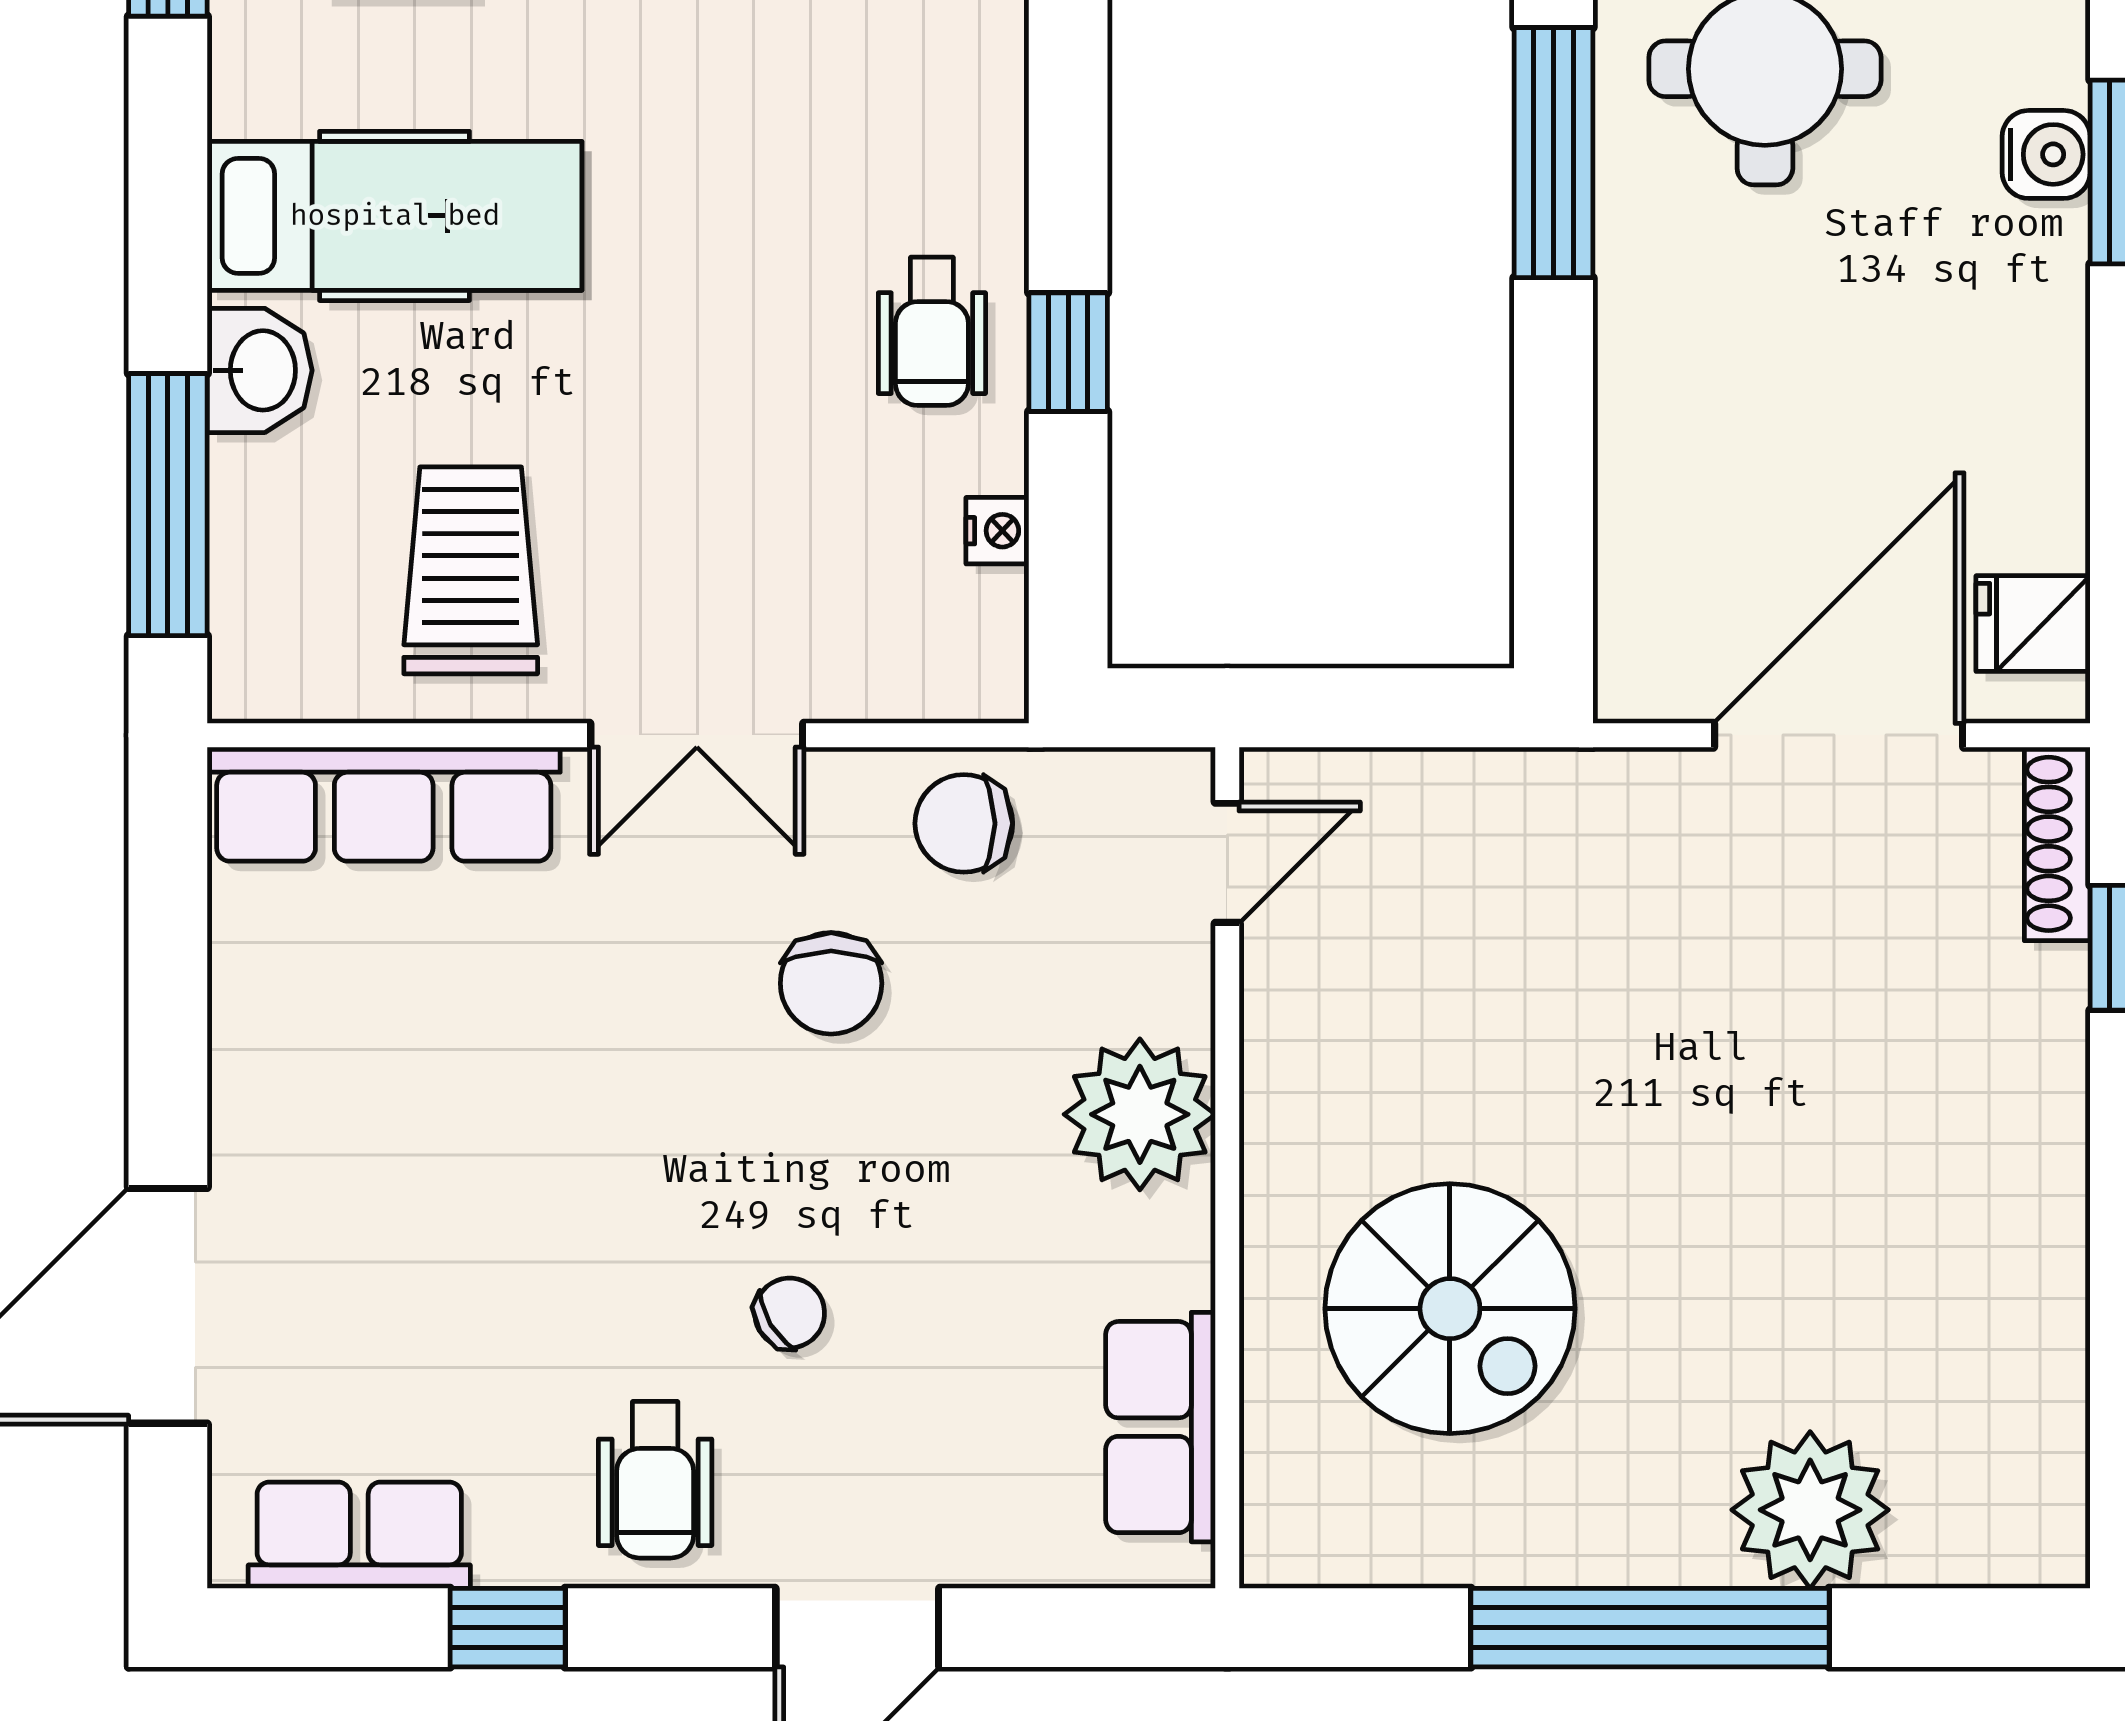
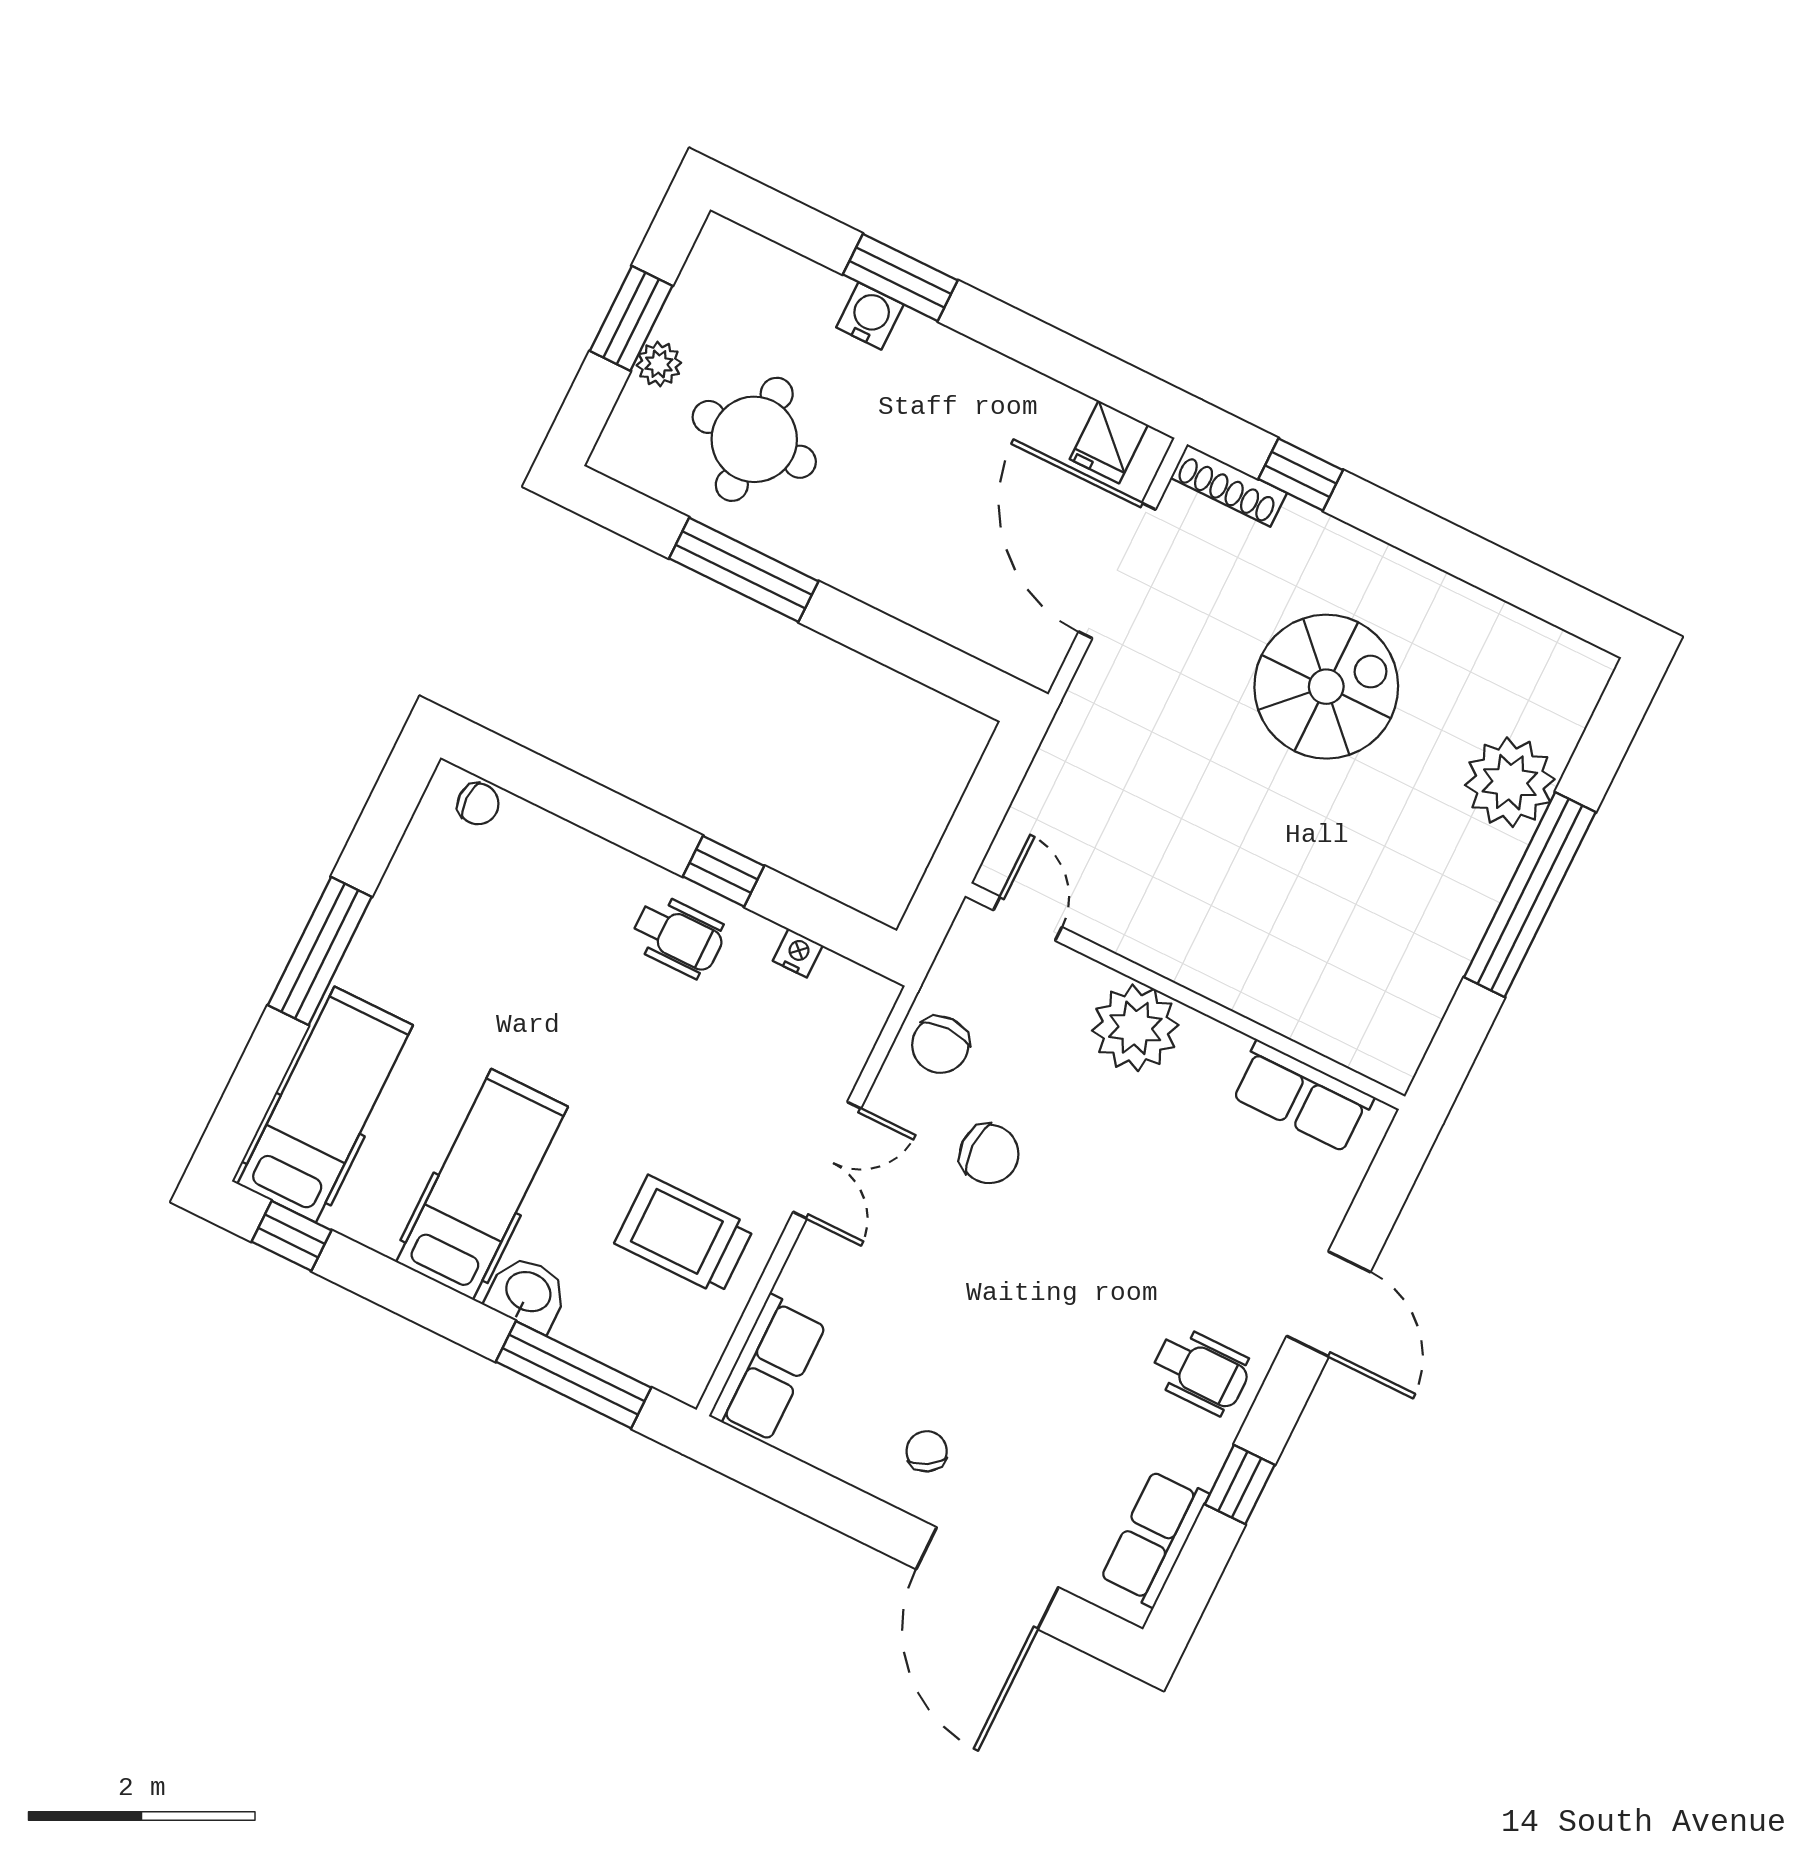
row of seats: (384, 804) -> (768, 1369), width x0.68
spiral stairs: (1450, 1309) -> (1326, 687), moved
chair: (790, 1313) -> (927, 1451), moved

